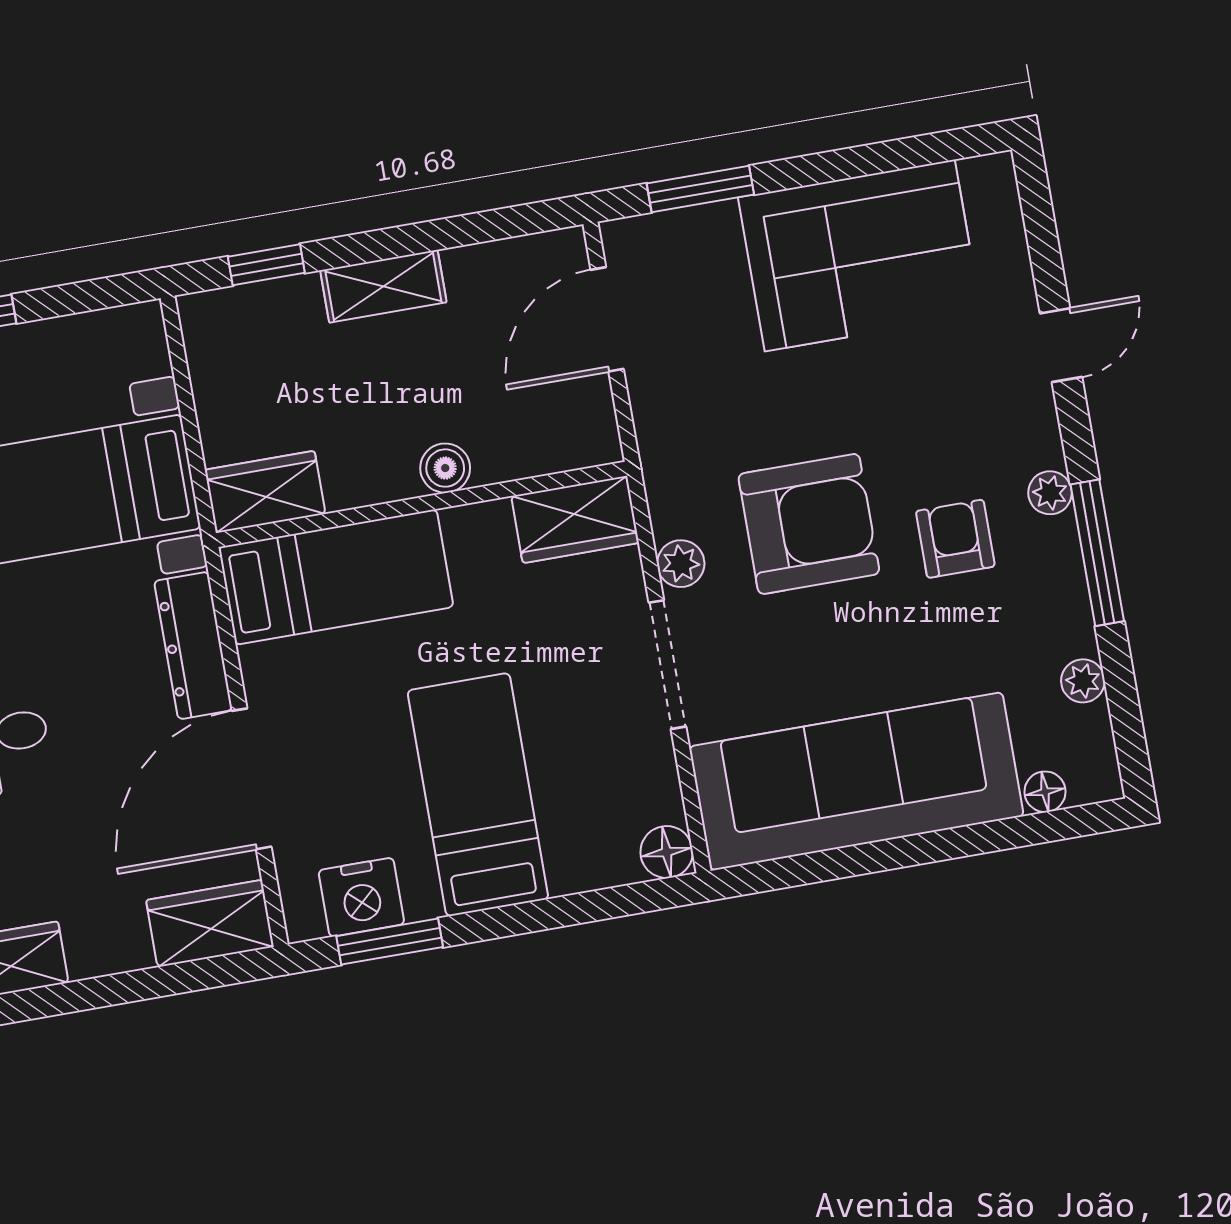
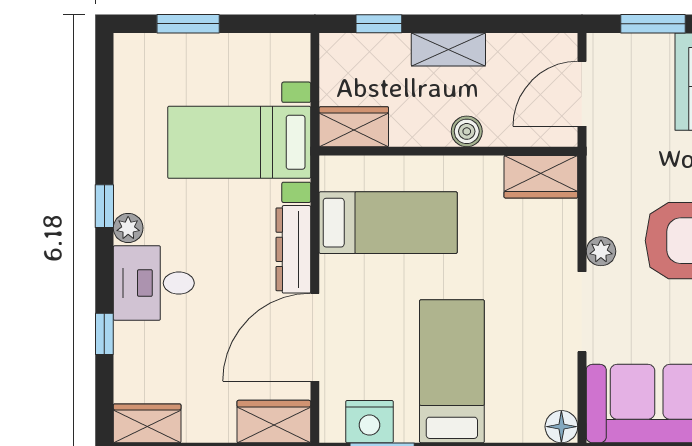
boiler: (445, 468) -> (467, 131), moved
wardrobe: (265, 492) -> (354, 127), moved
wall: (422, 504) -> (448, 151), moved
wardrobe: (575, 519) -> (541, 177), moved

